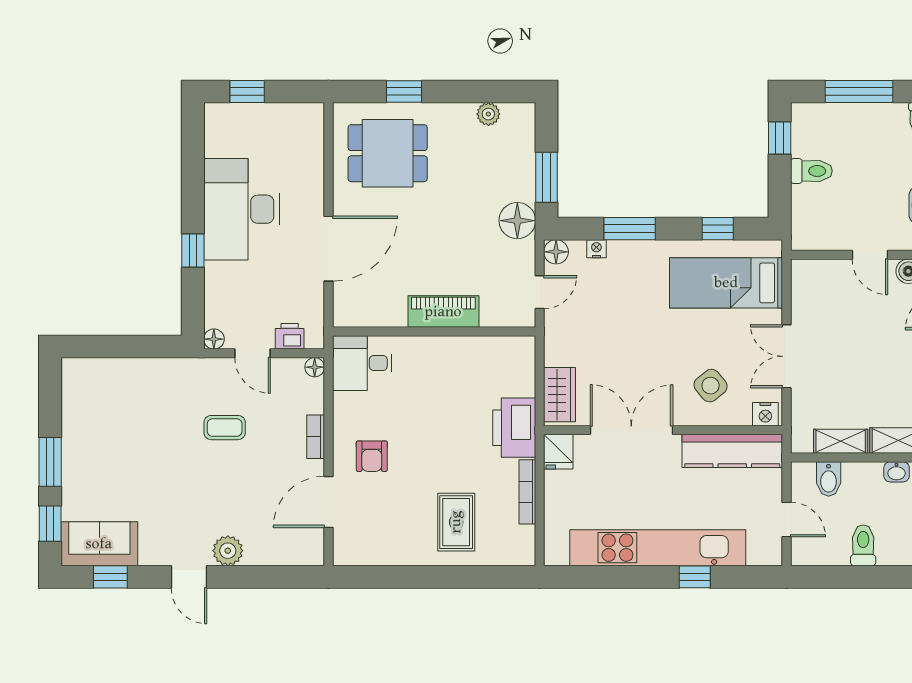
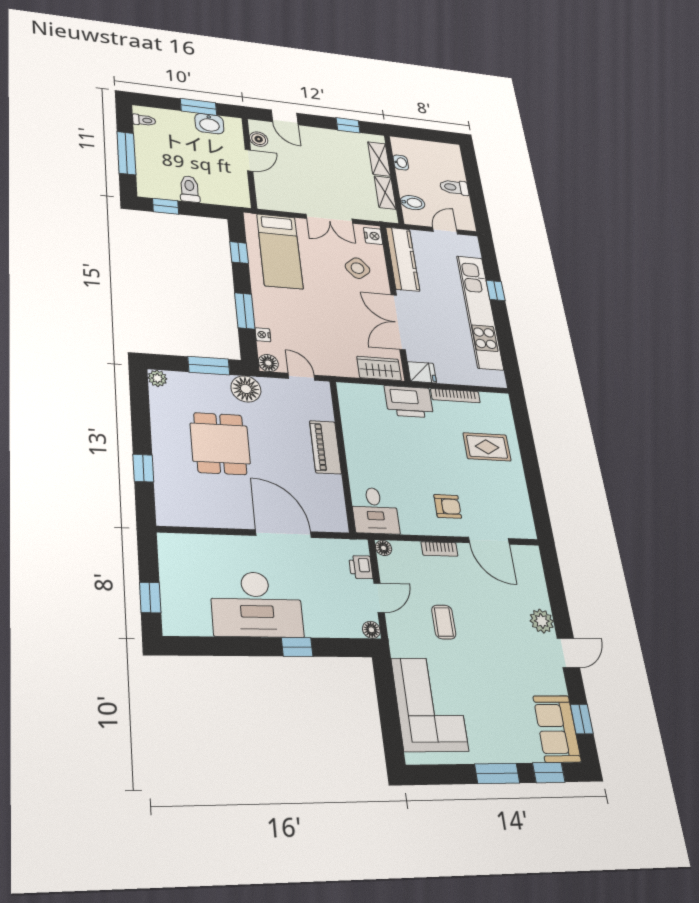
plant: (488, 114) -> (157, 378), moved
dining table: (388, 153) -> (220, 443), moved
corner sofa: (128, 395) -> (430, 704), added

